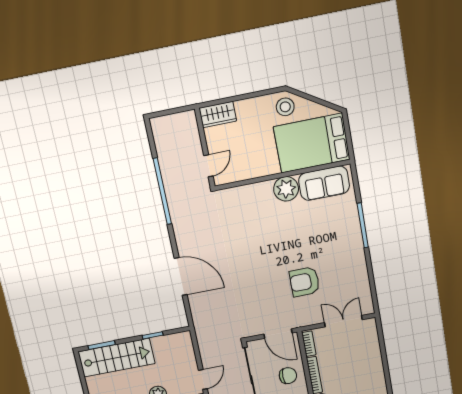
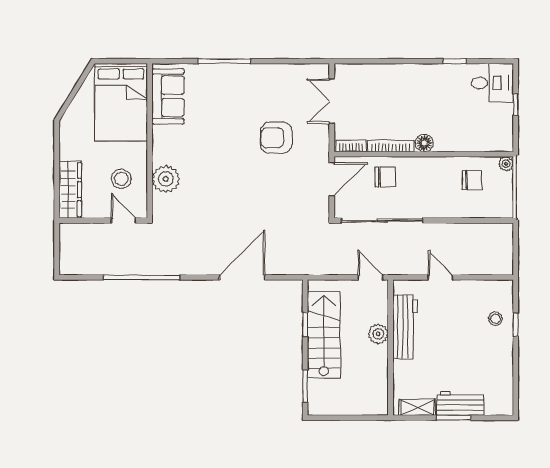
stool: (285, 107) -> (121, 179), moved
wardrobe: (218, 115) -> (70, 190), width x1.50
plant: (286, 189) -> (166, 179), moved
armchair: (305, 282) -> (276, 138), turned 90
stairs: (116, 358) -> (324, 335), moved
chair: (288, 376) -> (385, 177), turned 90

